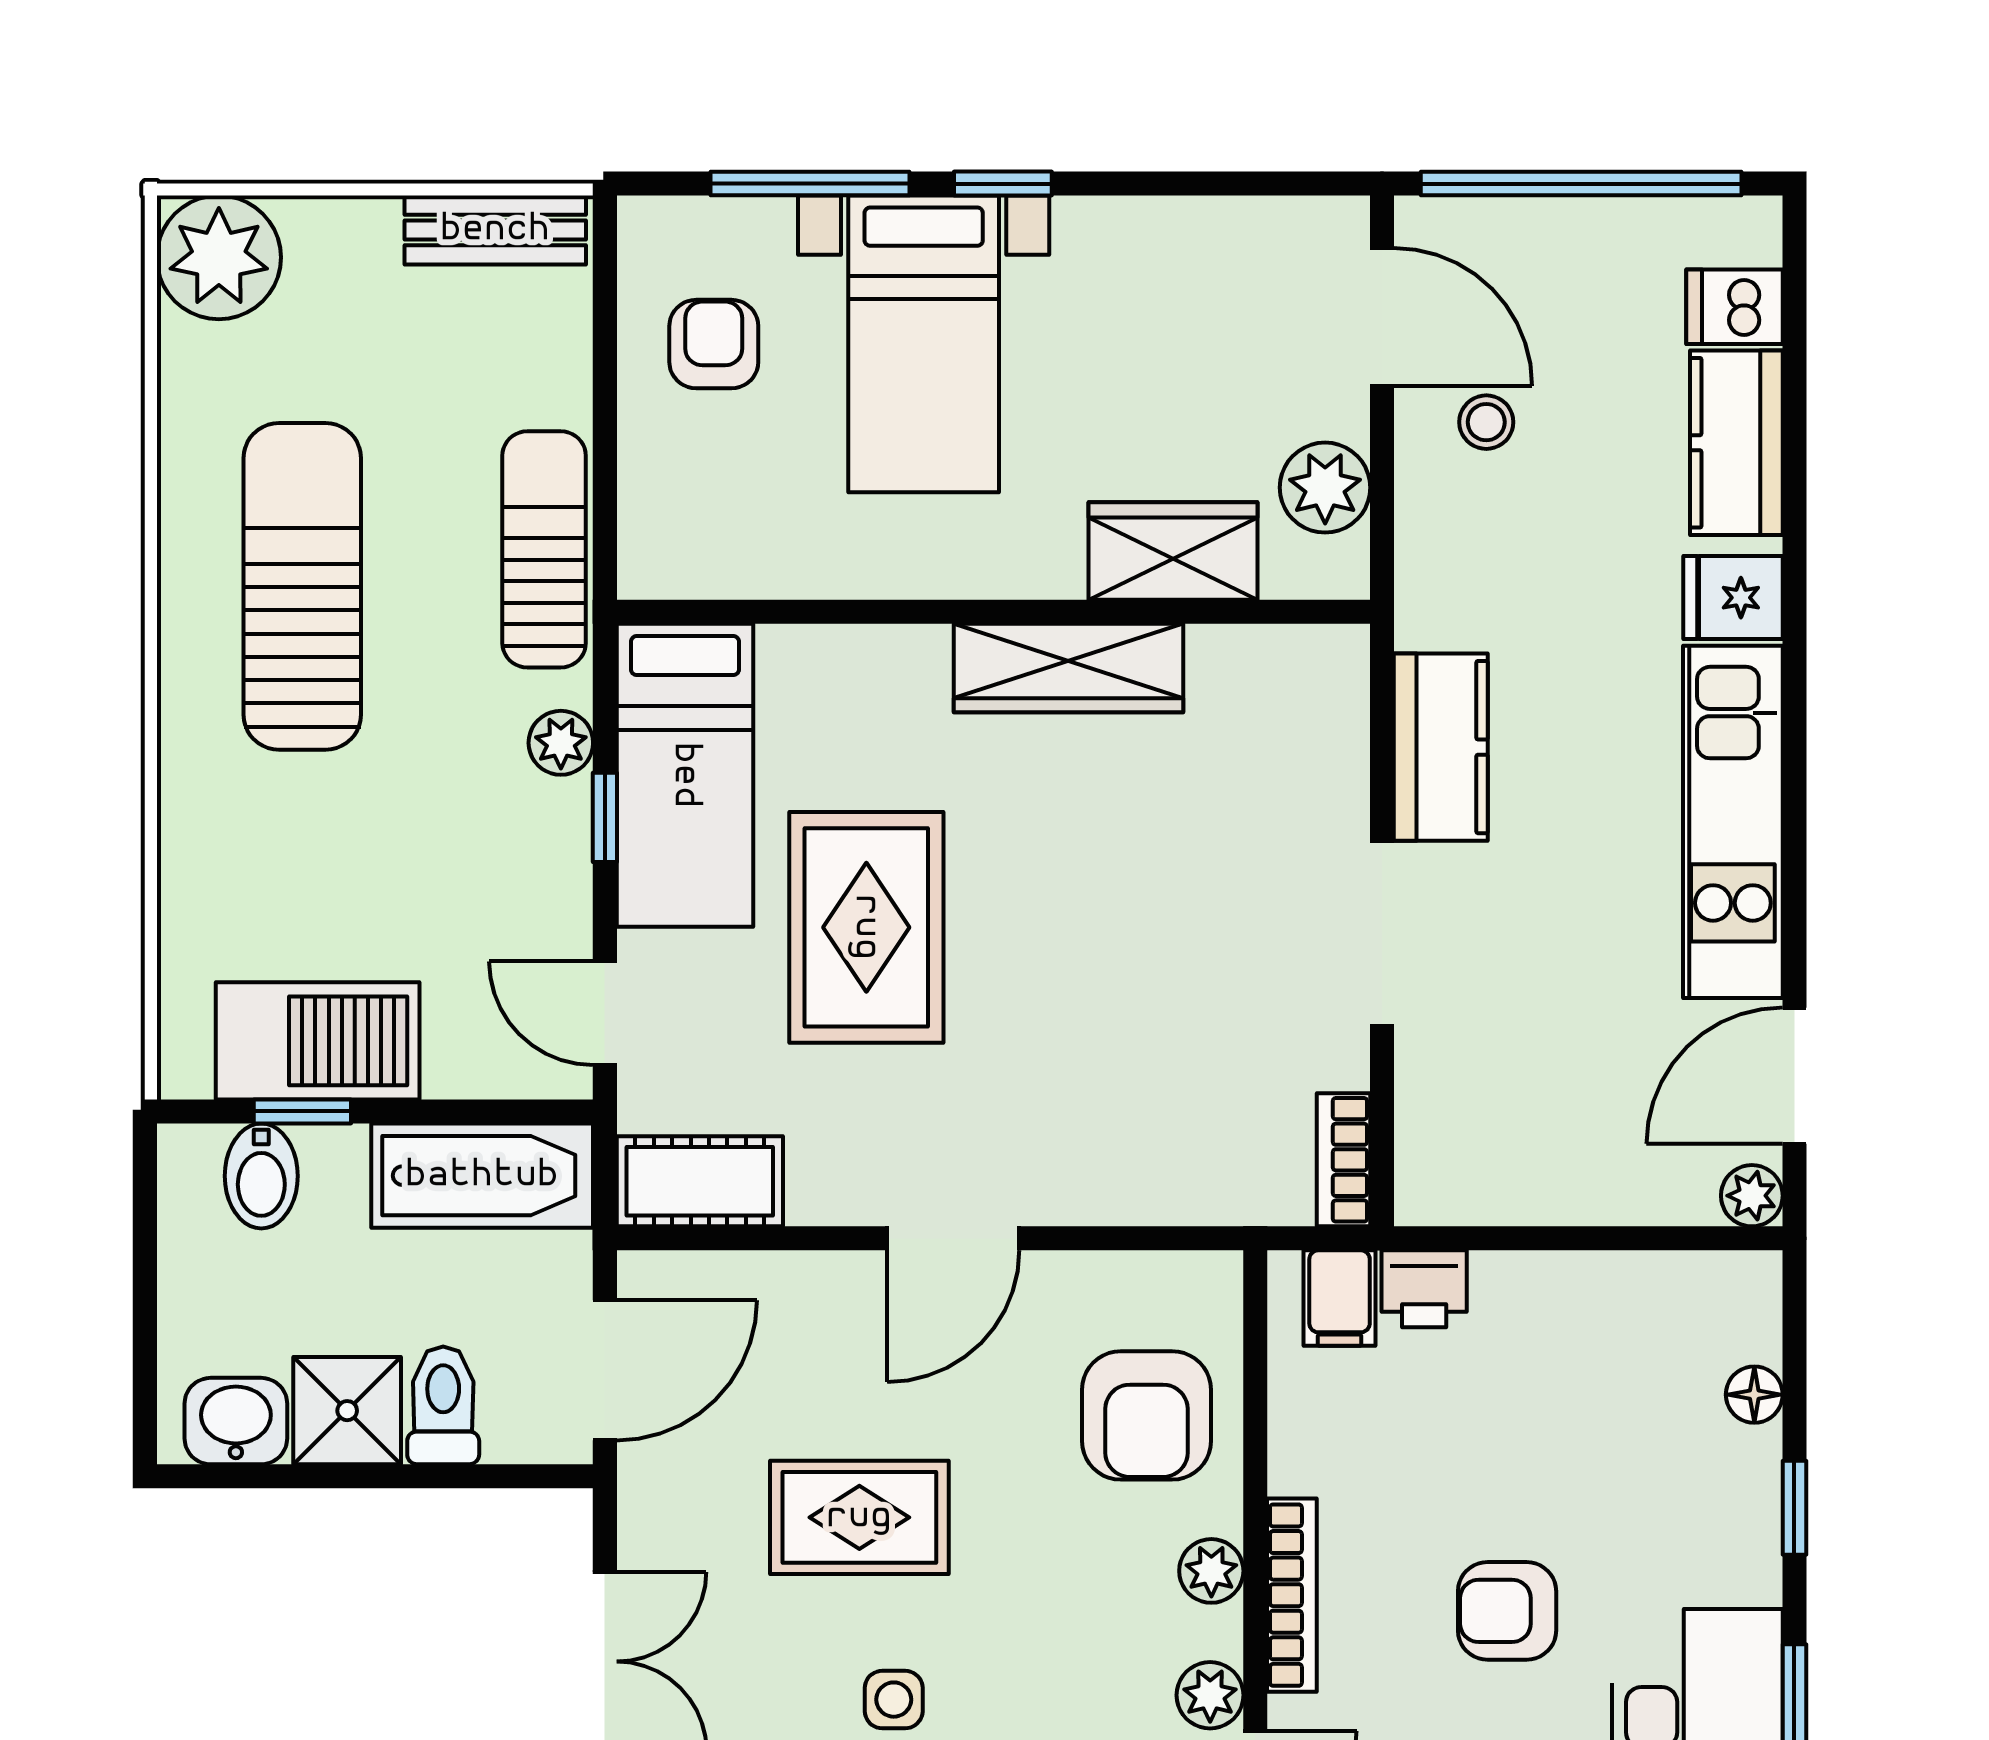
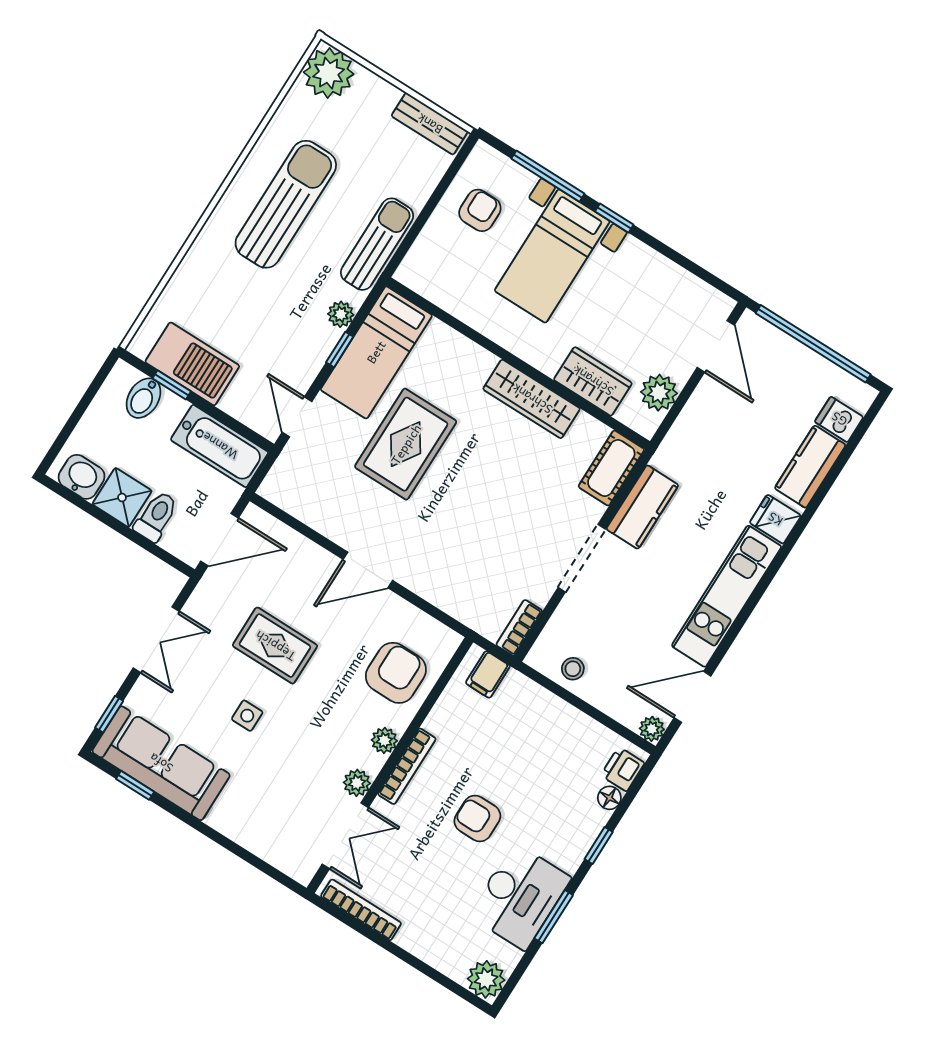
stool: (1486, 422) -> (573, 669), moved
cot: (700, 1181) -> (611, 468), moved, turned 90
printer: (1424, 1289) -> (623, 769), moved, turned 90
armchair: (1146, 1415) -> (396, 673), turned 180

